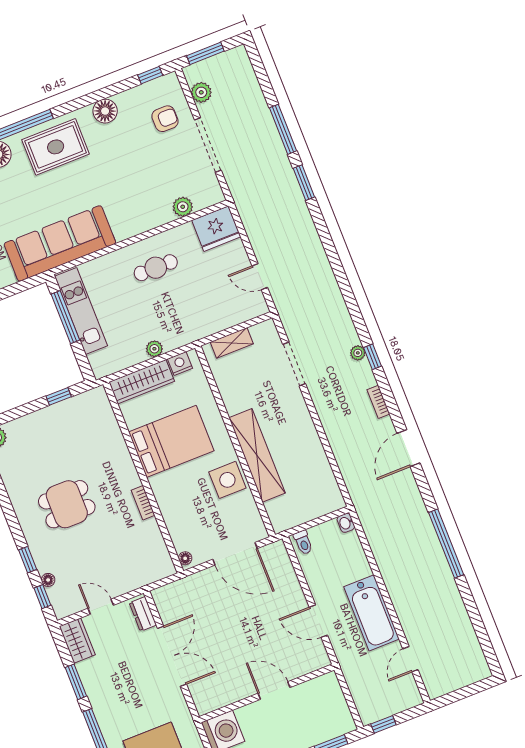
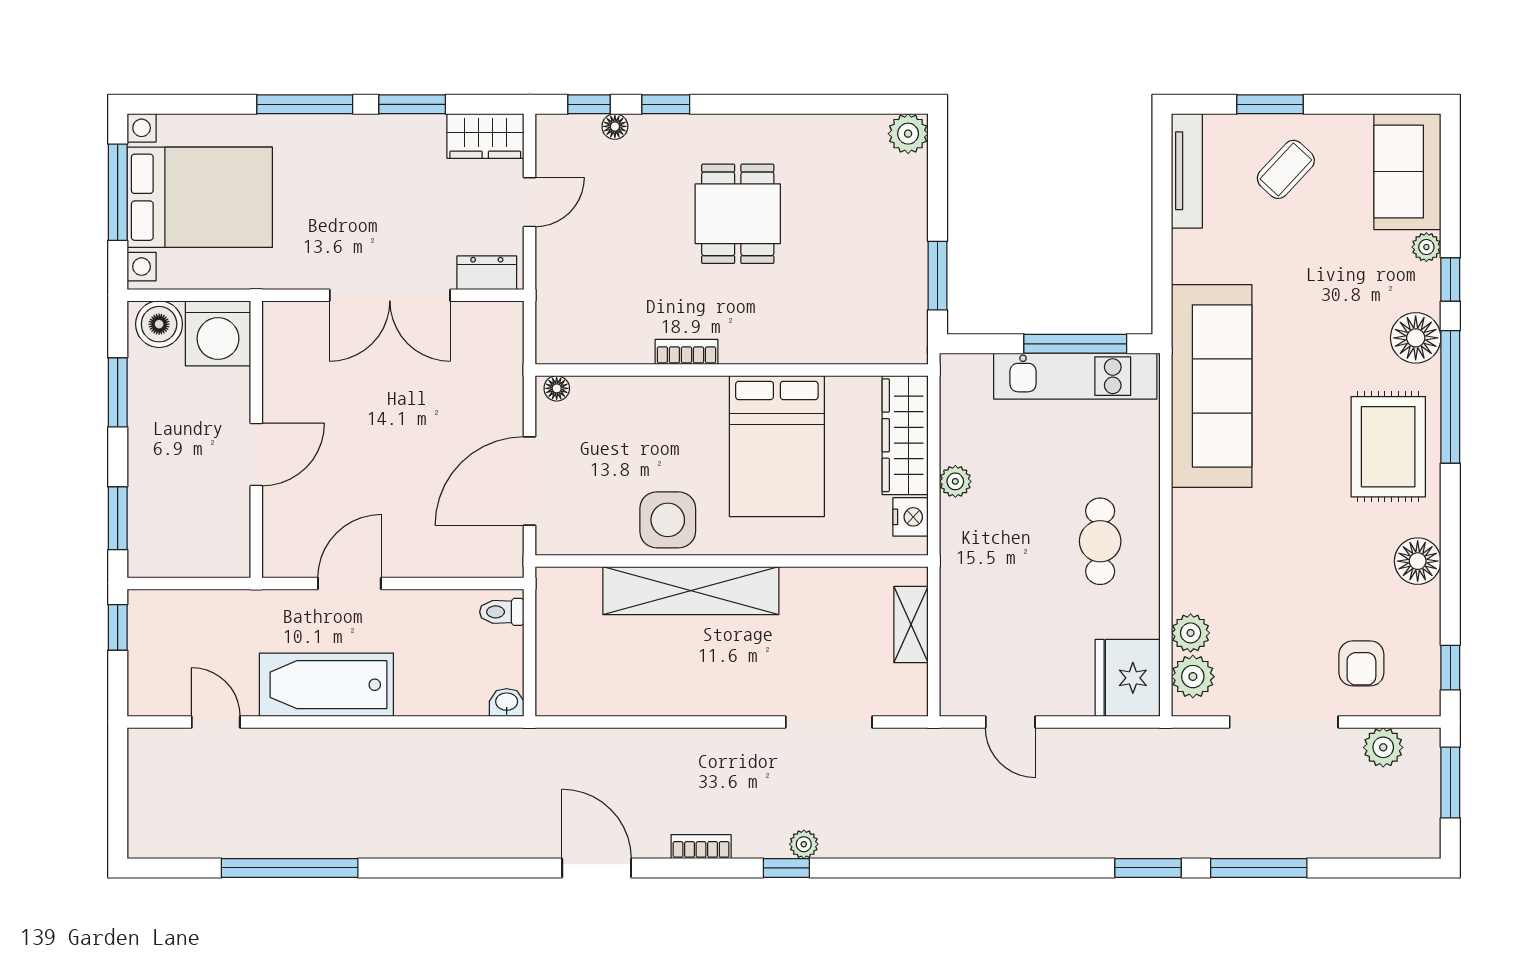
plant: (203, 197) -> (1193, 677), added
door: (260, 277) -> (1010, 722), swing flipped
window: (59, 396) -> (937, 276), width x1.50
window: (446, 544) -> (290, 868), moved

